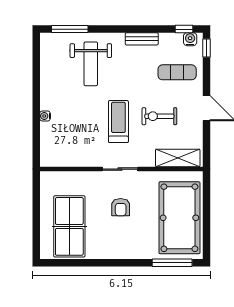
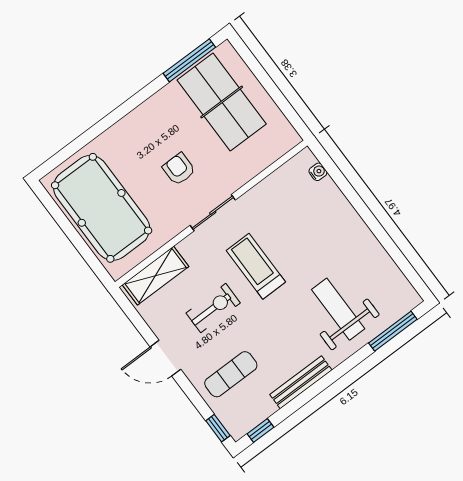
bench: (142, 39) -> (301, 382), width x1.36
water cooler: (190, 39) -> (245, 424), removed
water cooler: (45, 116) -> (318, 172), moved
treadmill: (118, 122) -> (256, 266), turned 180
window: (172, 263) -> (189, 60), moved

